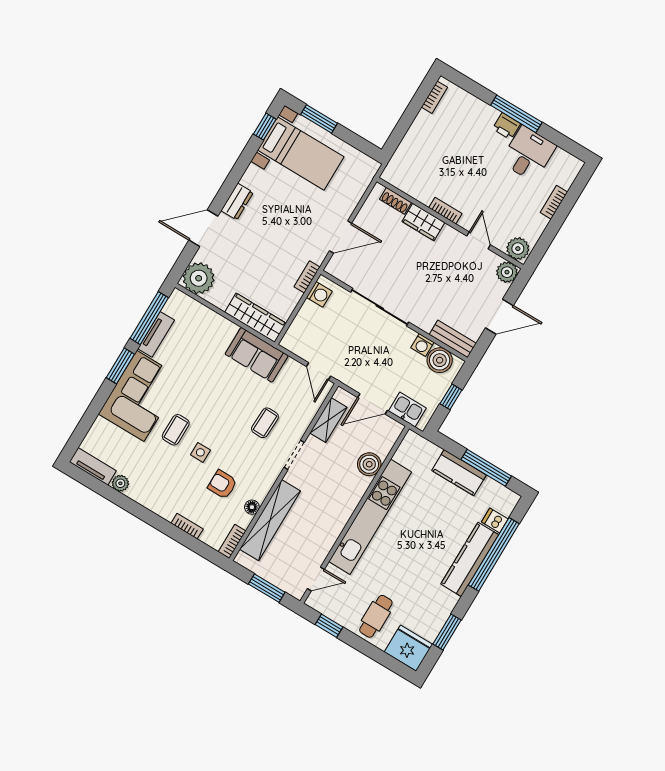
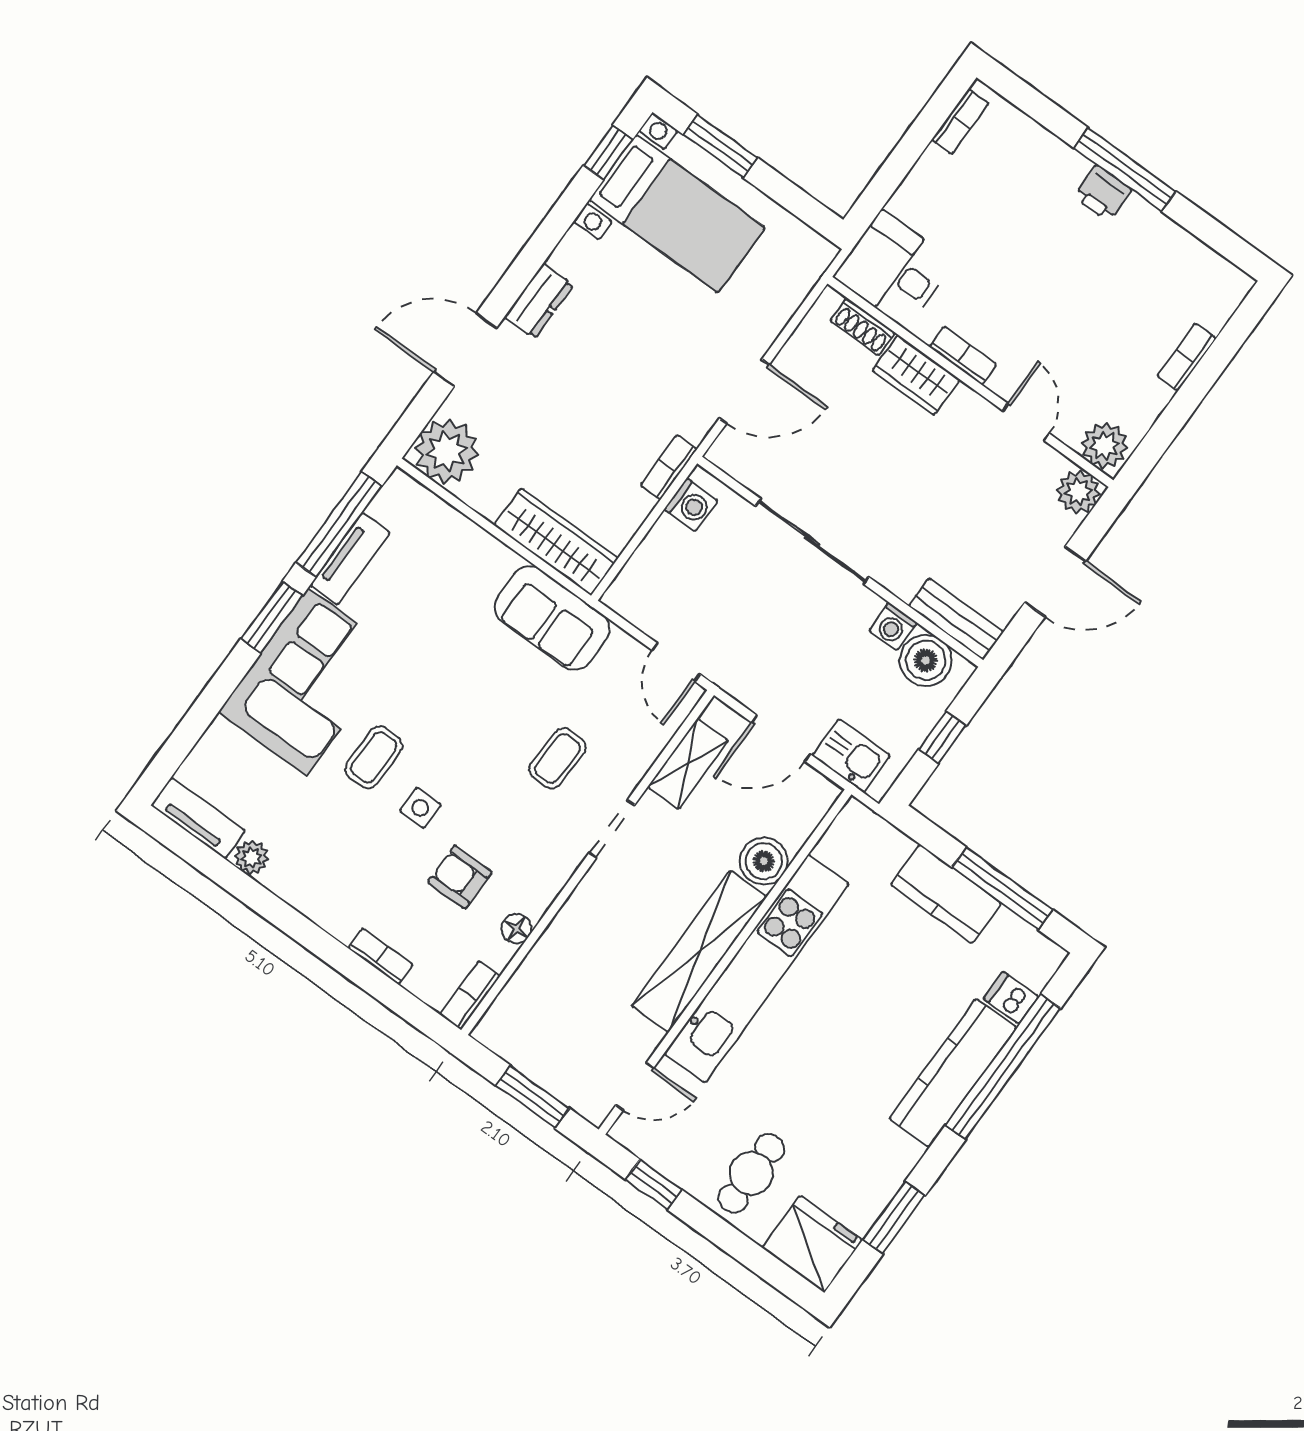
desk: (528, 154) -> (894, 269), moved, turned -90
shelving: (270, 520) -> (699, 951), moved

